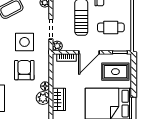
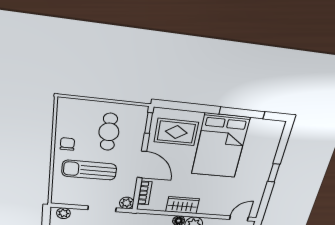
rug: (115, 72) -> (176, 132), turned 90
wardrobe: (59, 99) -> (183, 205), moved

